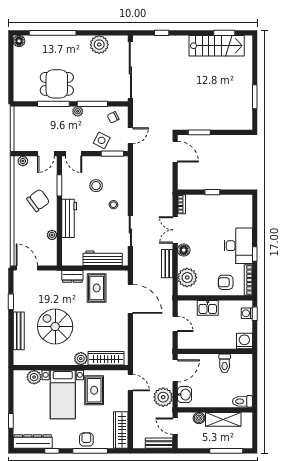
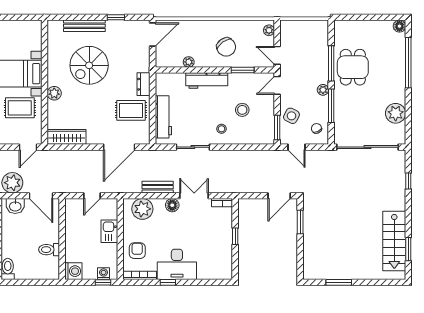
spiral stairs: (55, 327) -> (89, 65), turned 180
wardrobe: (106, 358) -> (67, 137), moved, turned -90
plant: (34, 377) -> (34, 42), removed

